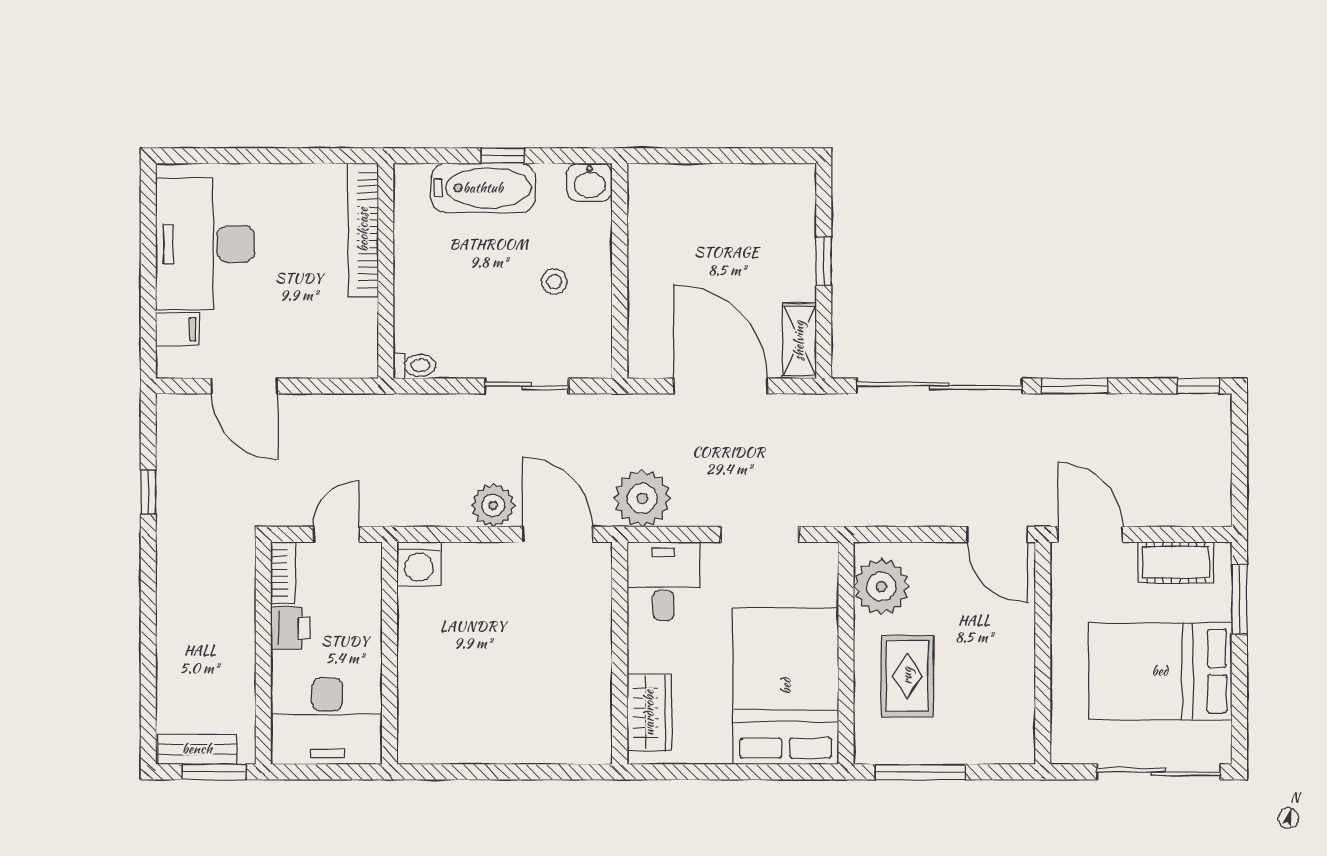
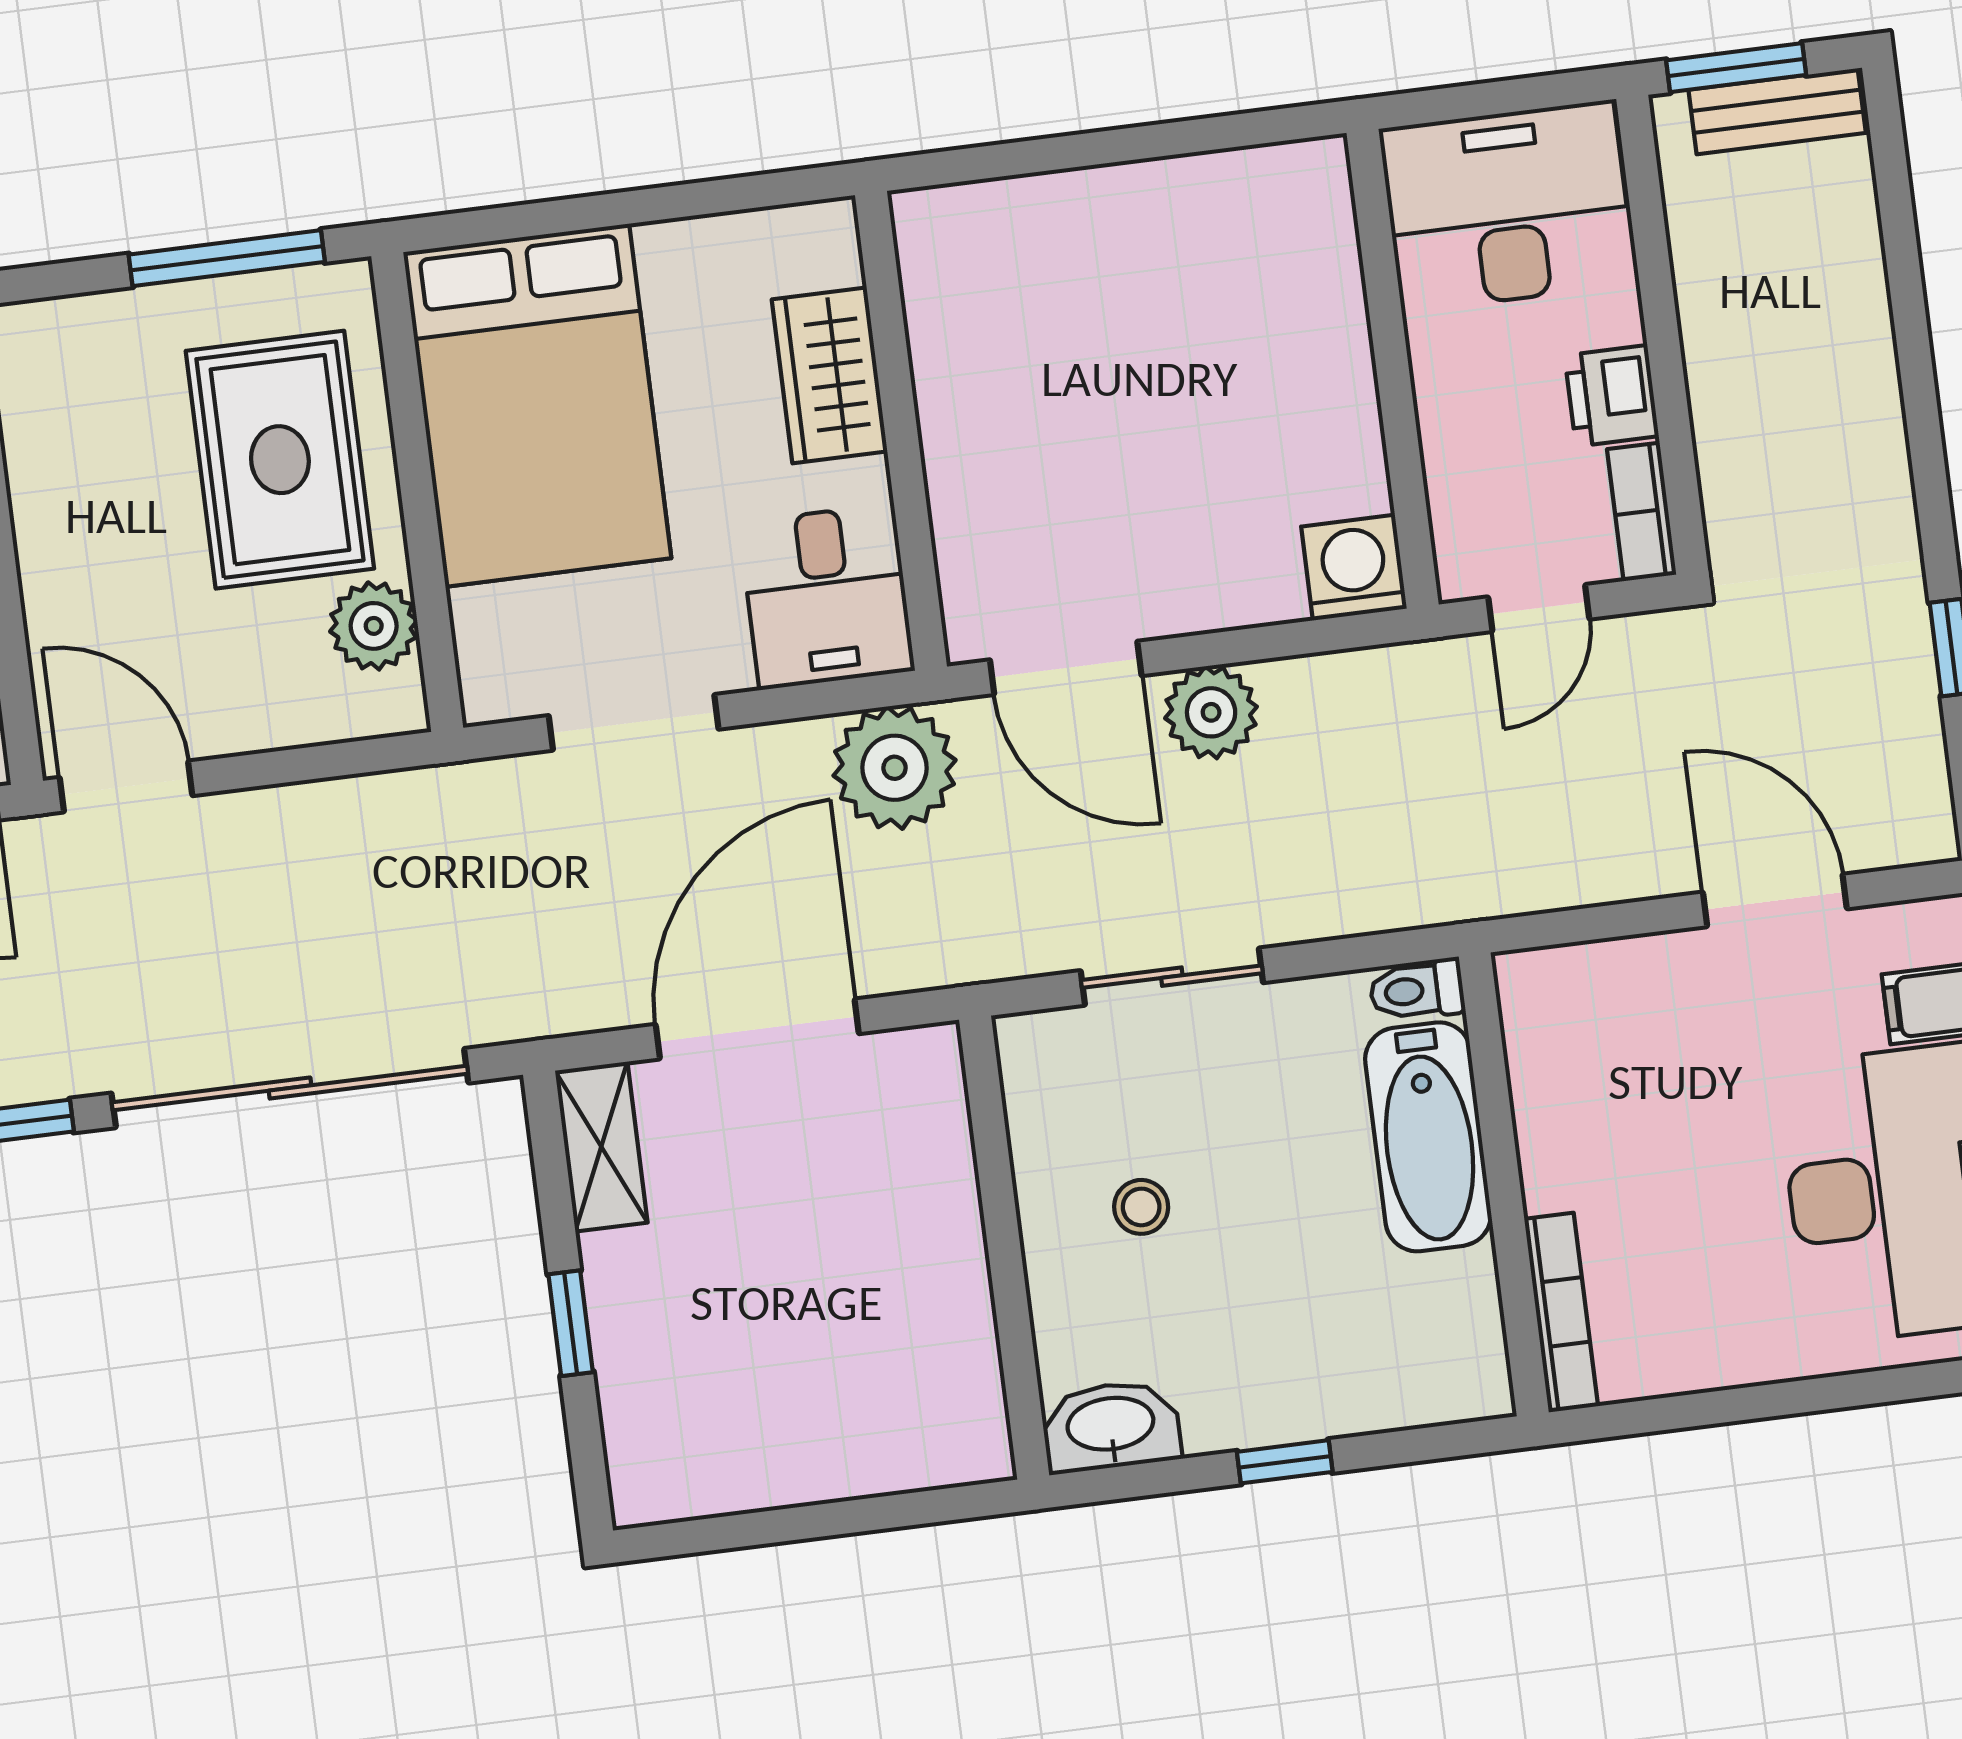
washbasin: (590, 182) -> (1111, 1426), width x1.38
bathtub: (483, 188) -> (1428, 1137), moved, turned -90
bookcase: (363, 230) -> (1561, 1313), width x0.68, depth x0.76
door: (721, 386) -> (757, 1029), swing flipped
plant: (881, 587) -> (374, 626), width x0.73, depth x0.73
rug: (907, 676) -> (280, 460), width x1.36, depth x1.43
wardrobe: (649, 713) -> (830, 375), moved

